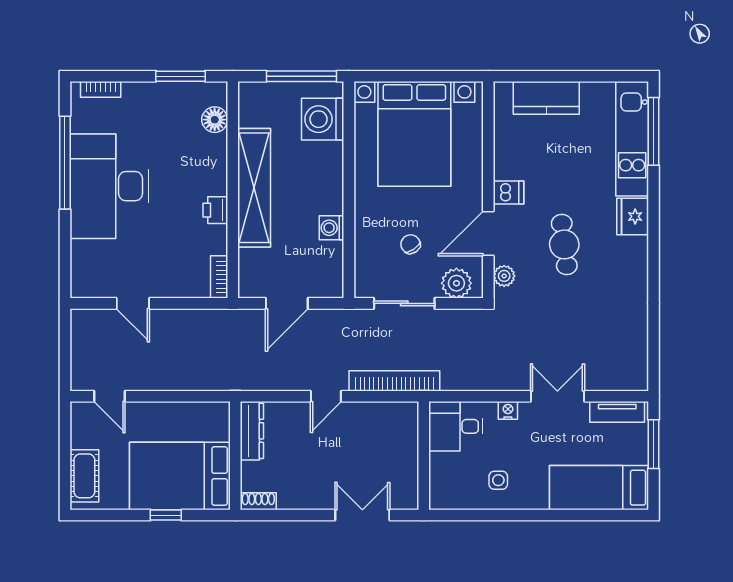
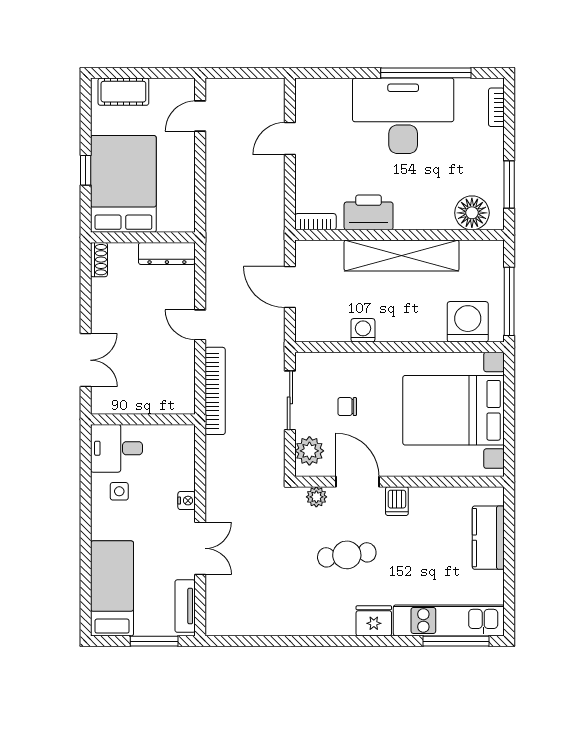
floor lamp: (215, 120) -> (472, 213), width x1.38, depth x1.38
printer: (215, 210) -> (369, 212), width x1.87, depth x1.48
chair: (411, 244) -> (347, 407), turned -146
desk: (456, 426) -> (116, 448), moved, turned -90

